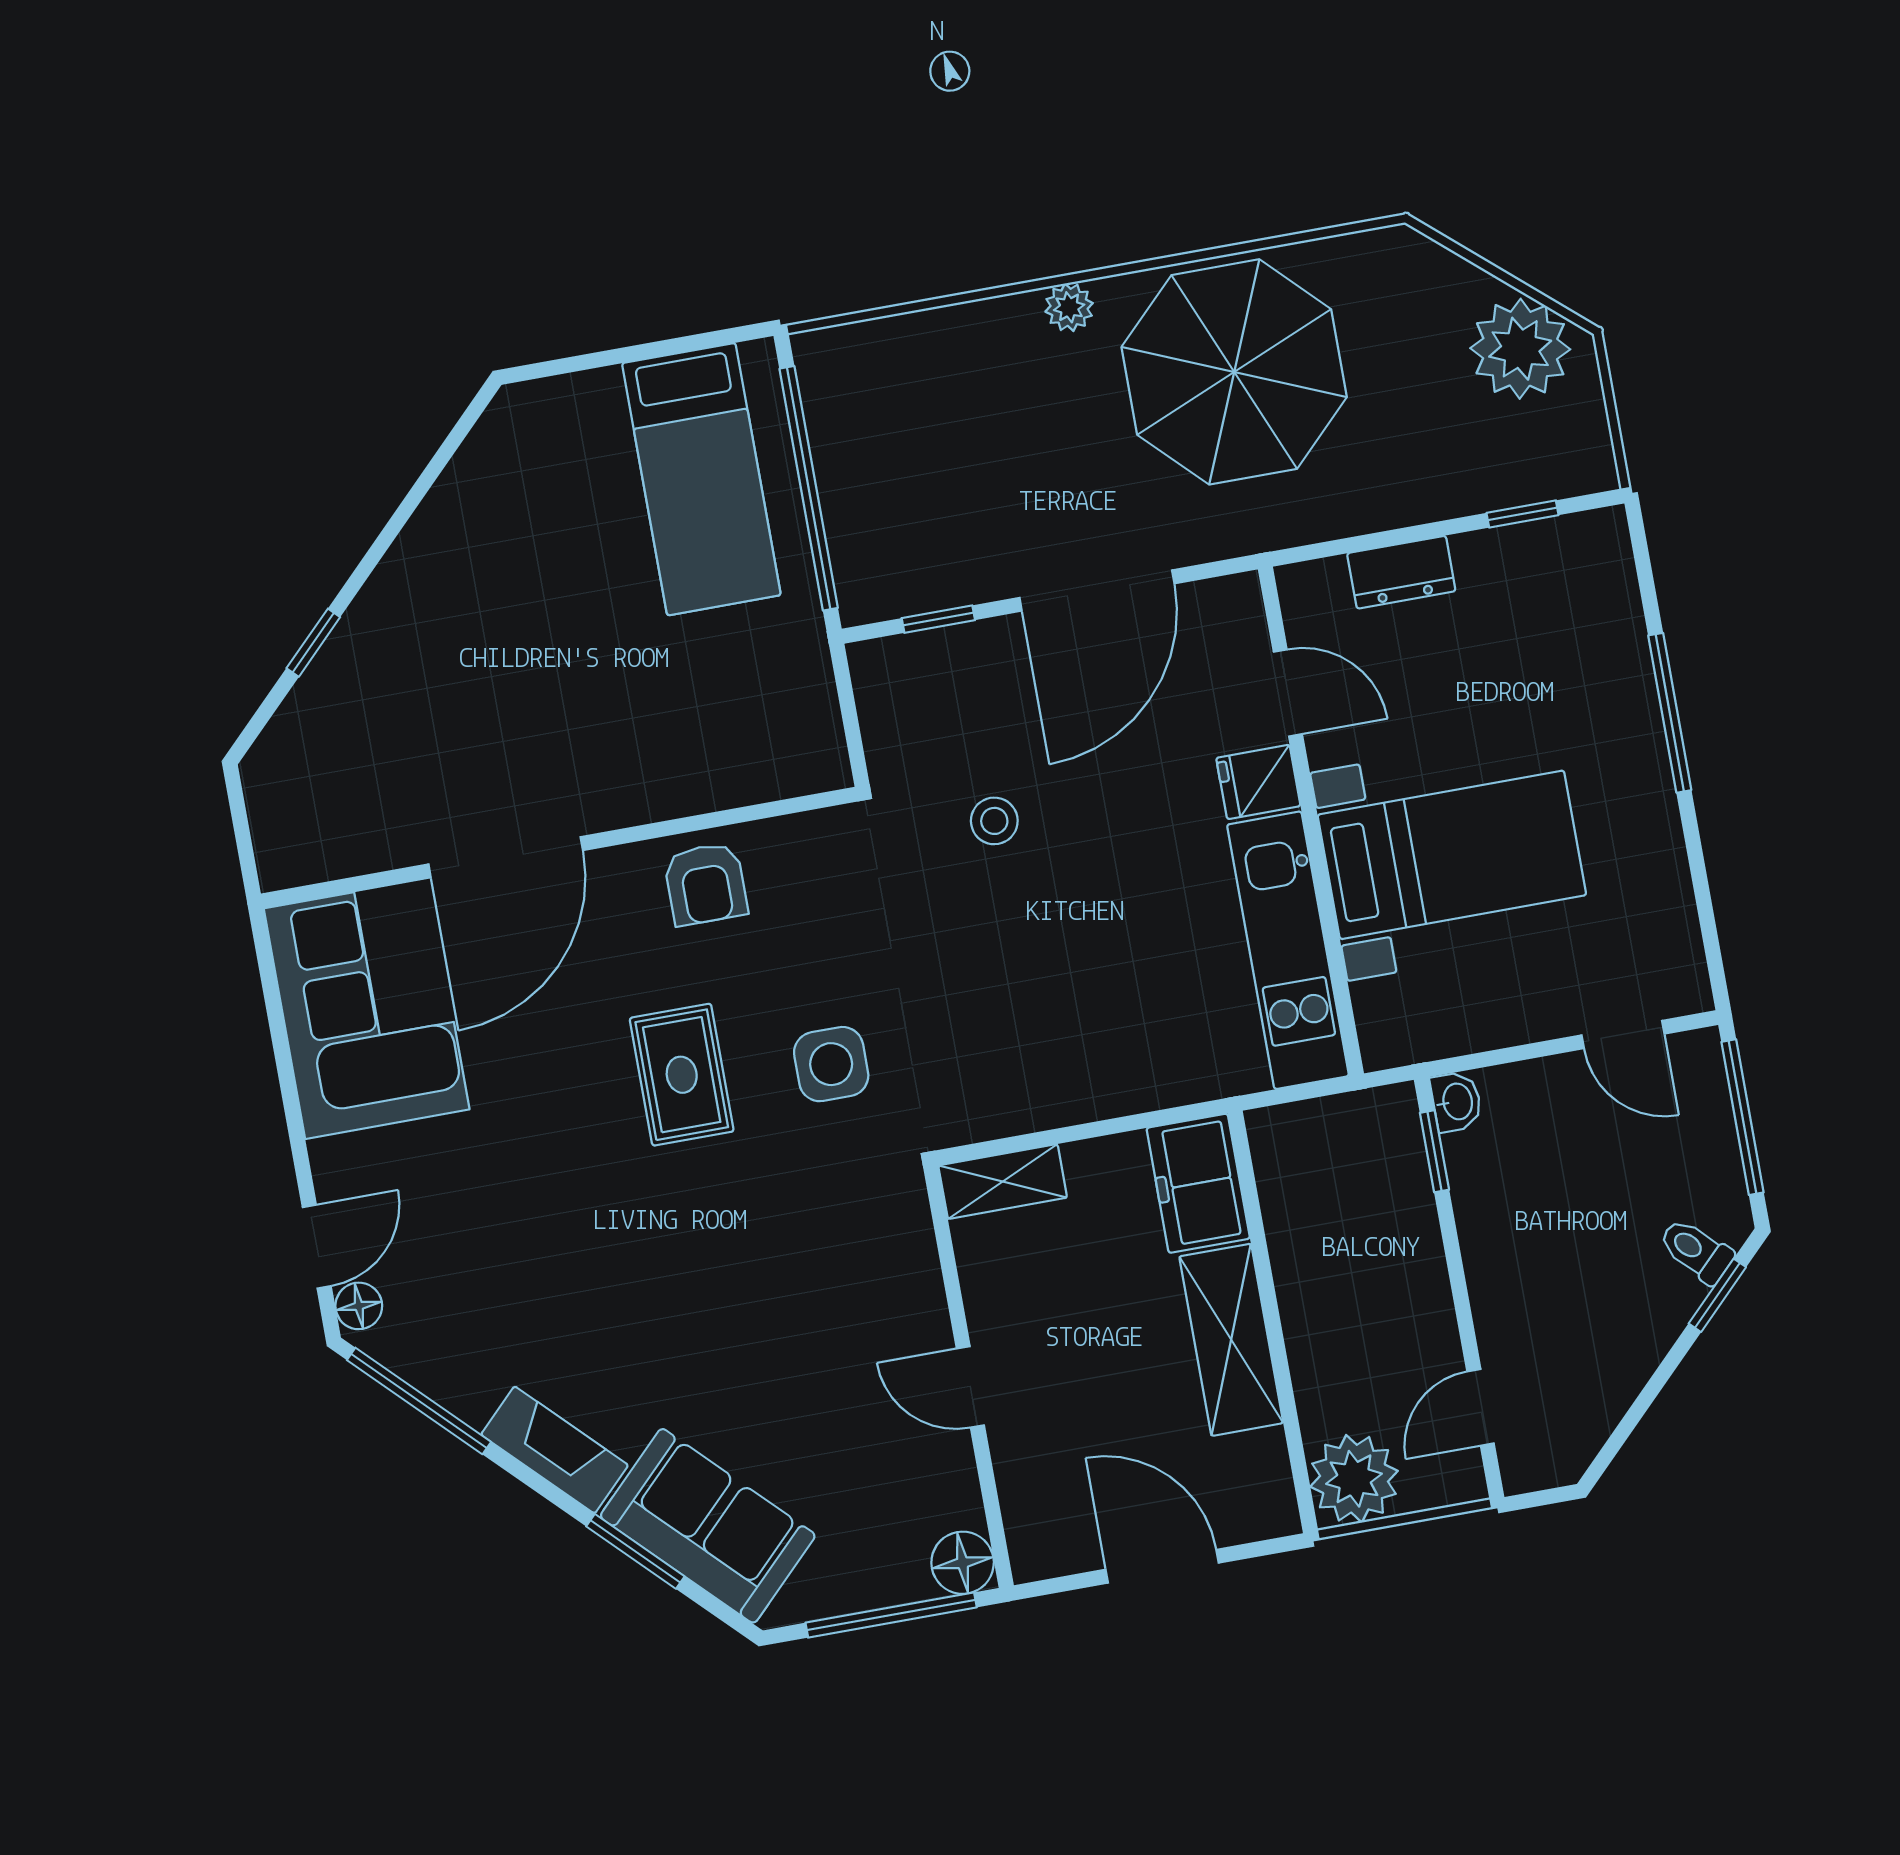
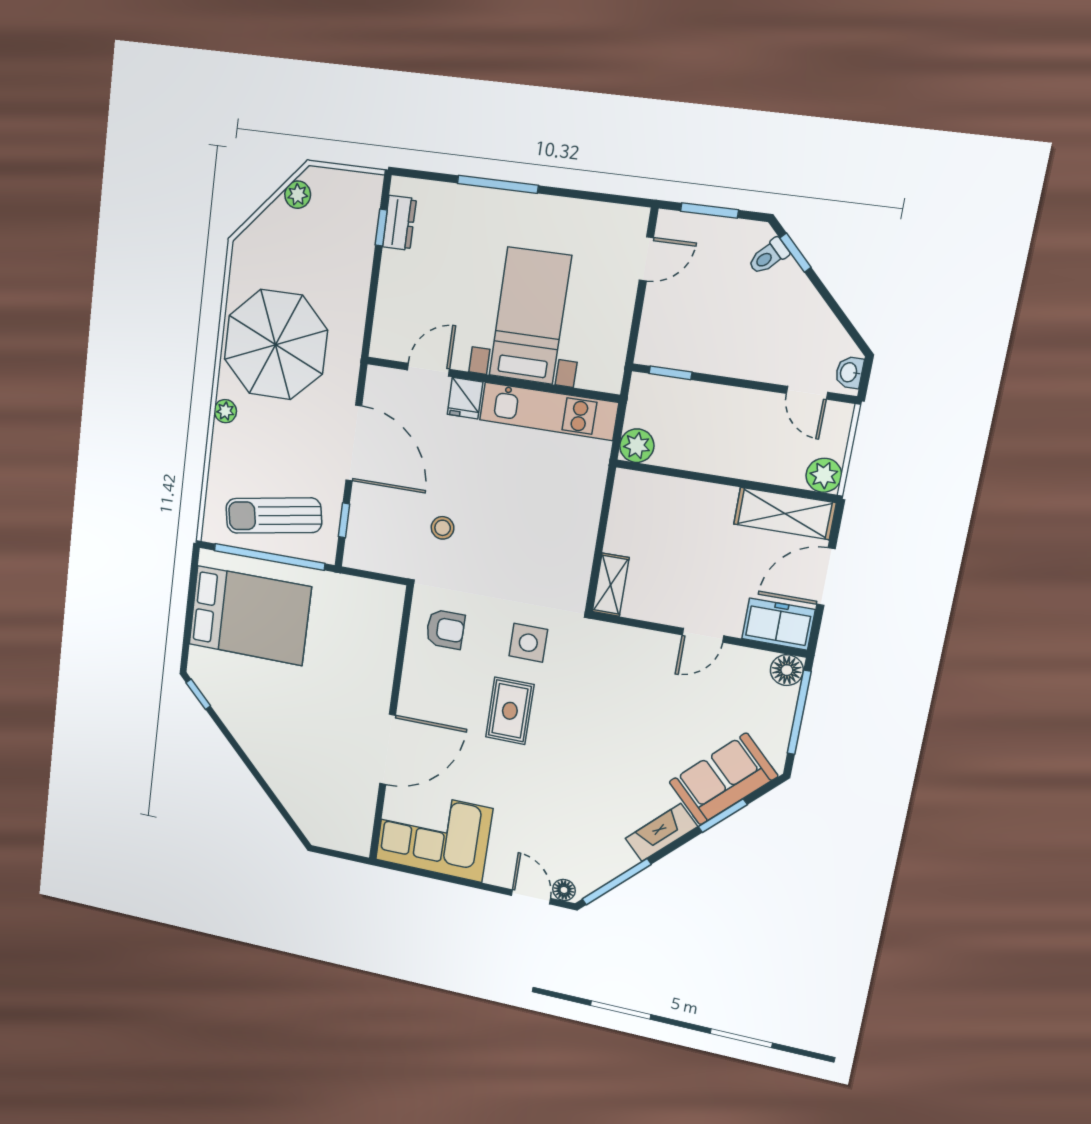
plant: (1520, 349) -> (298, 195), width x0.53, depth x0.53
sun lounger: (896, 472) -> (274, 515), added
bed: (701, 479) -> (250, 616), width x1.50
dresser: (1401, 572) -> (399, 223), moved
window: (313, 643) -> (198, 694), moved
door: (506, 857) -> (388, 749), hinge flipped
armchair: (706, 884) -> (445, 629), moved
rug: (682, 1075) -> (510, 711), turned 90
washbasin: (1456, 1102) -> (849, 372), moved, turned -90
window: (1742, 1117) -> (709, 211), width x0.69
plant: (1281, 1137) -> (637, 446), added
freezer: (1198, 1183) -> (778, 624), moved, turned 180
shelving: (1231, 1340) -> (785, 513), moved
plant: (1354, 1479) -> (824, 475), width x0.73, depth x0.73

